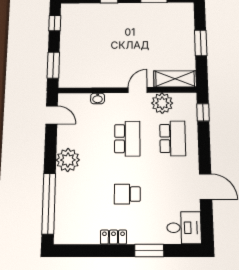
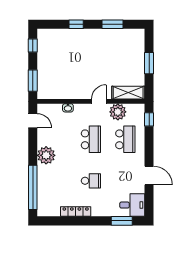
school desk: (127, 194) -> (91, 181), turned 180
locker: (113, 237) -> (76, 211), width x1.53
window: (149, 250) -> (122, 221), moved

